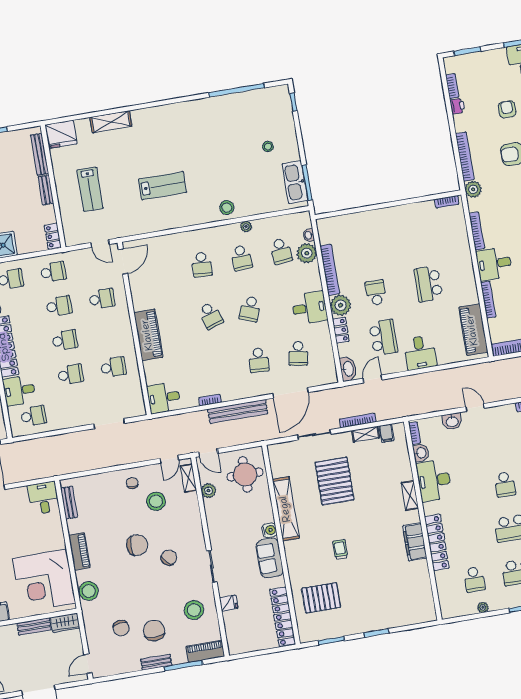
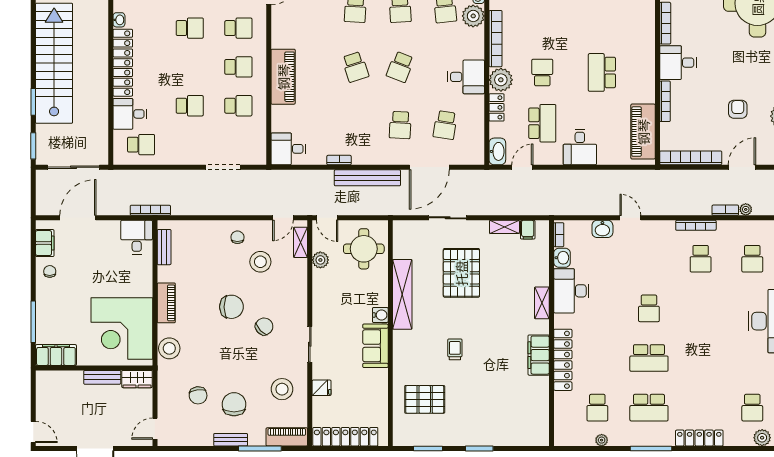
school desk: (65, 340) -> (238, 67), moved
bookcase: (358, 421) -> (150, 210), moved
locker: (283, 617) -> (345, 437), moved, turned 90

